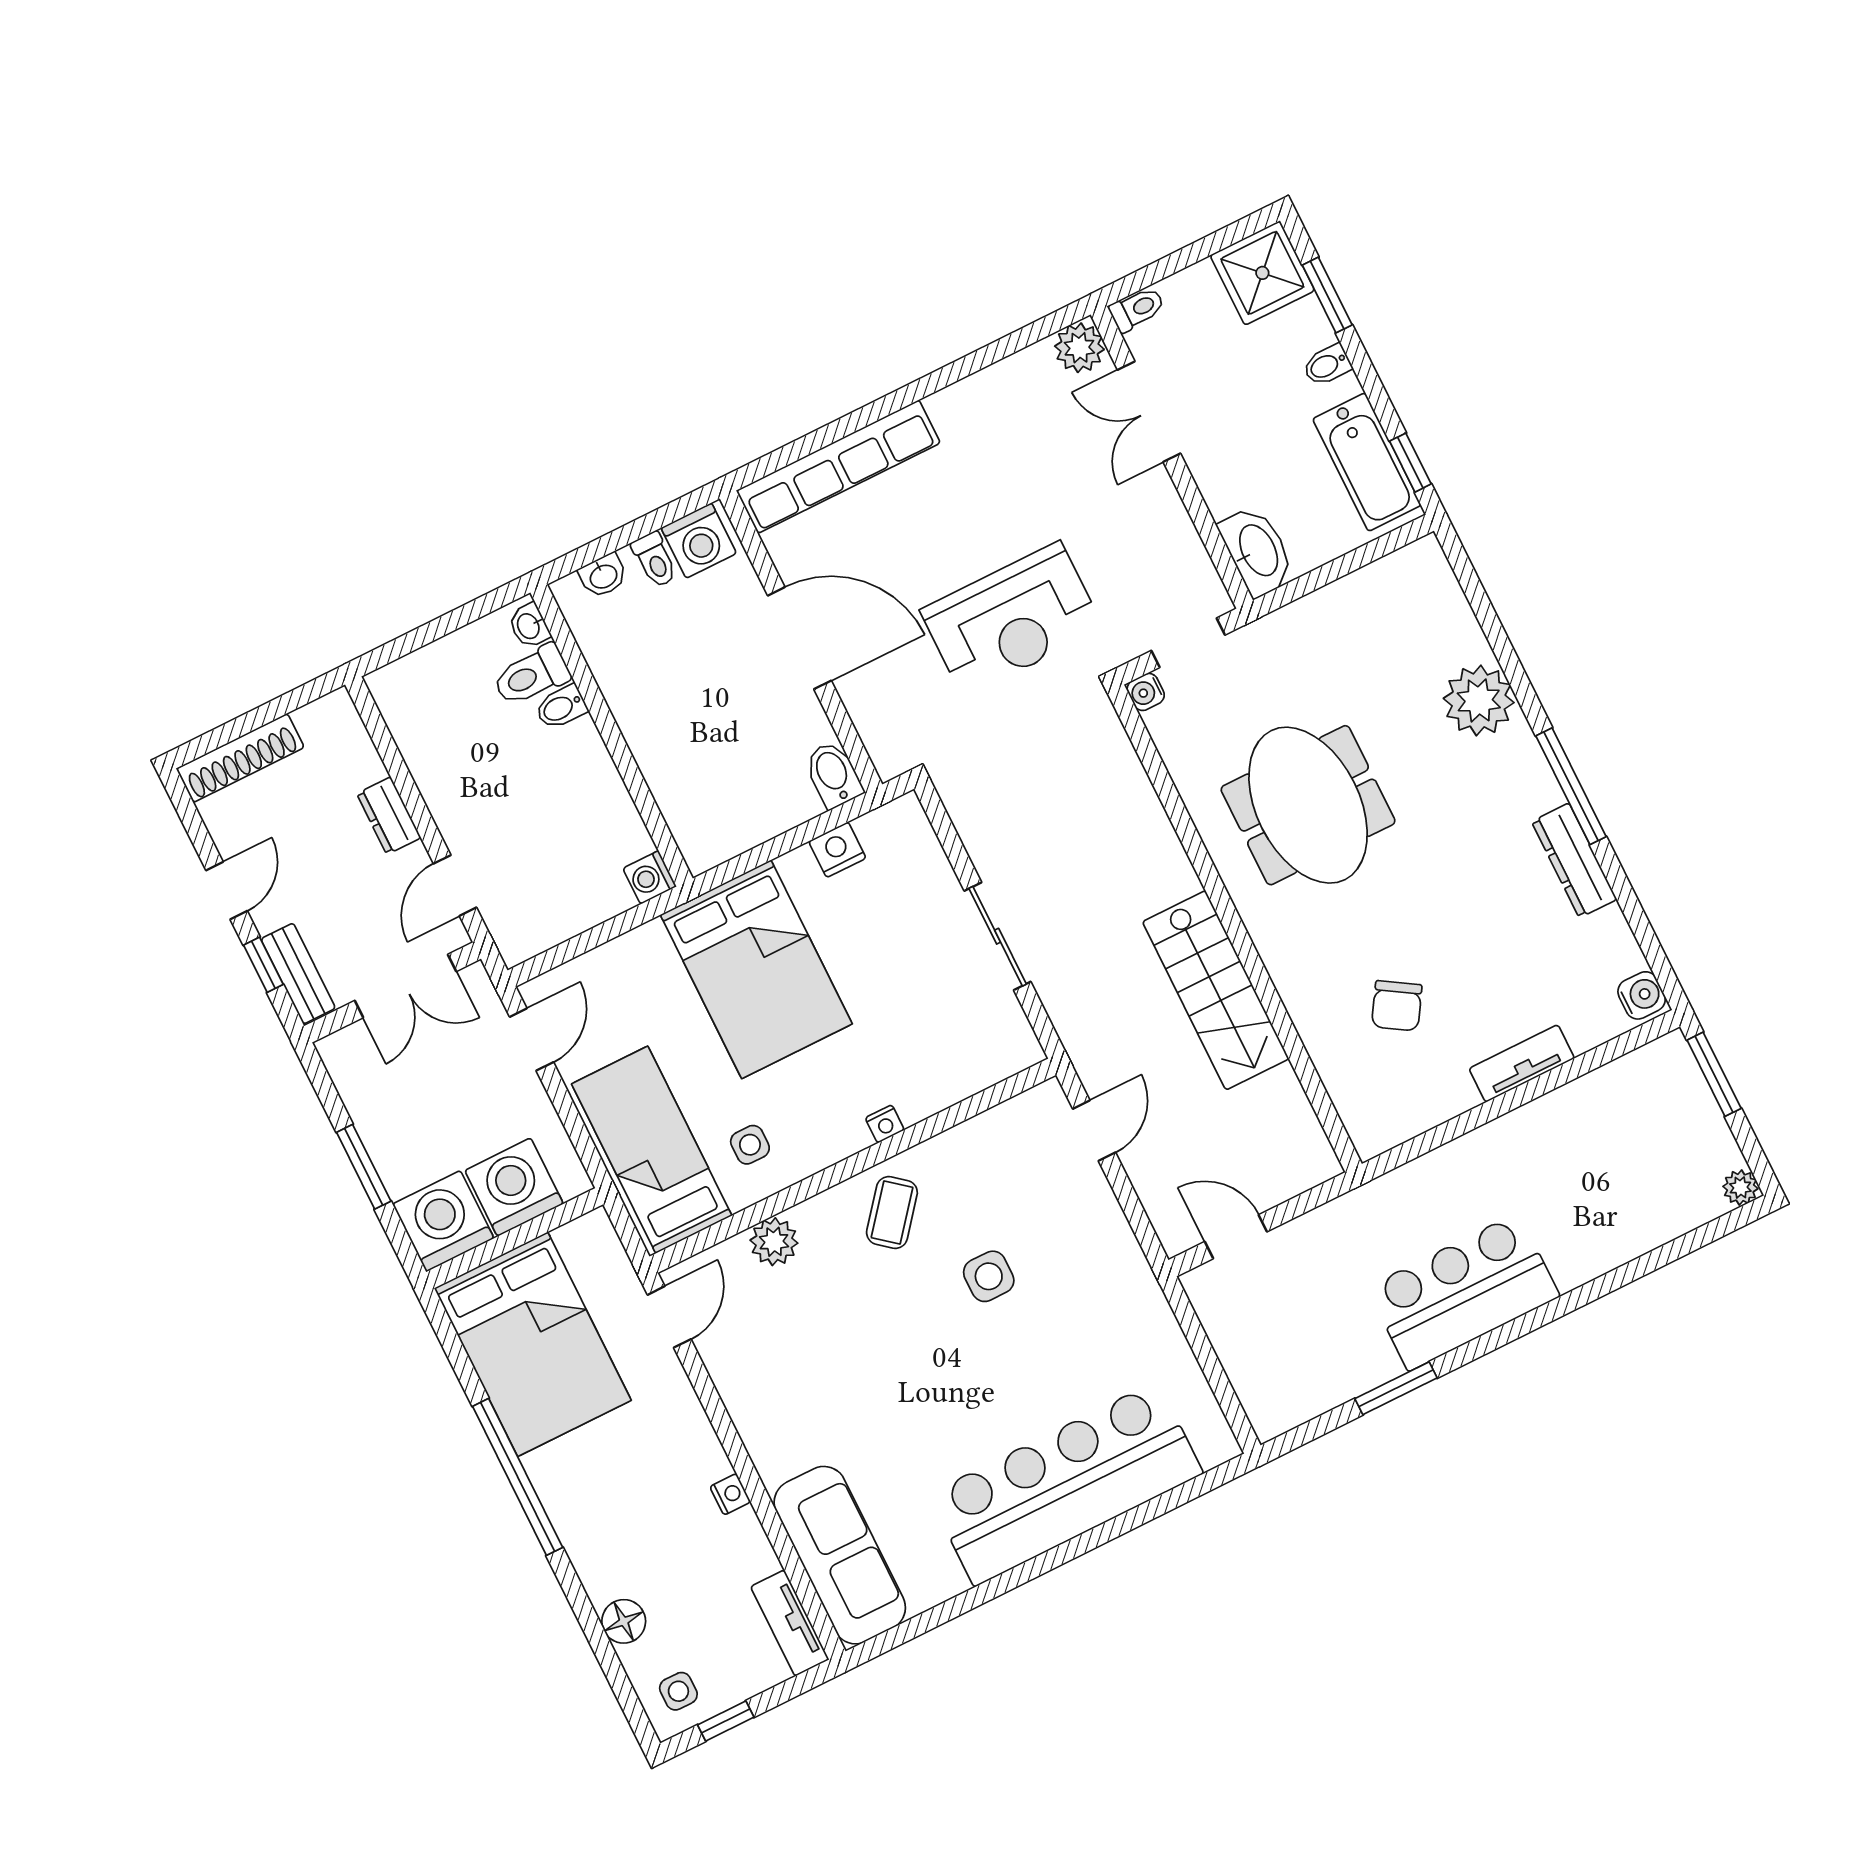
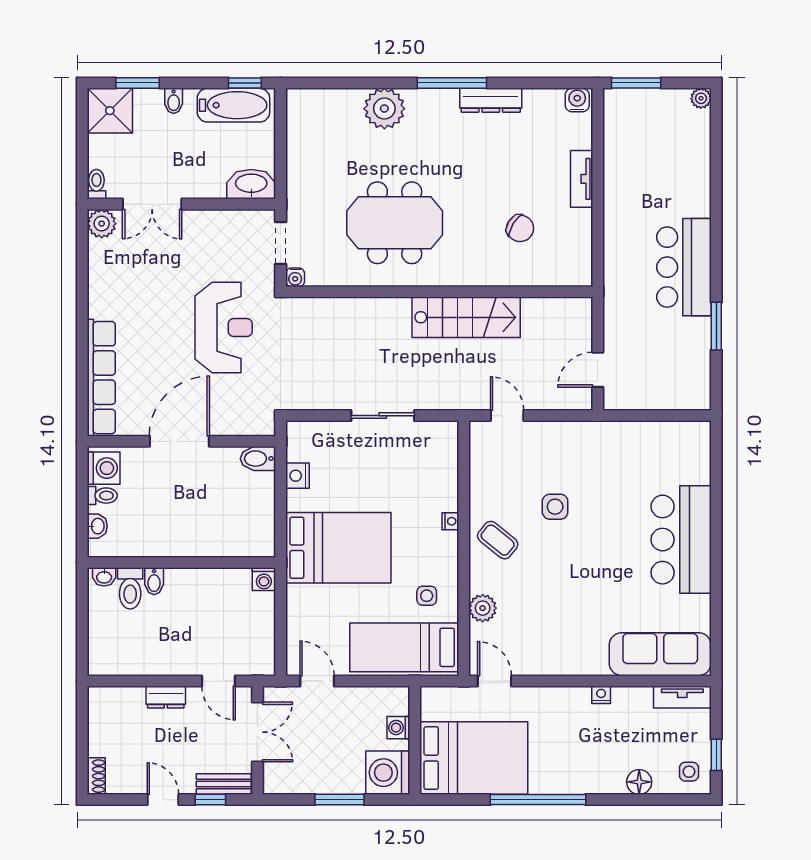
shoe rack: (240, 758) -> (96, 776), width x0.51, depth x0.81
washing machine: (514, 1187) -> (398, 728), width x0.53, depth x0.53
bar counter: (1066, 1484) -> (681, 540), width x0.73

